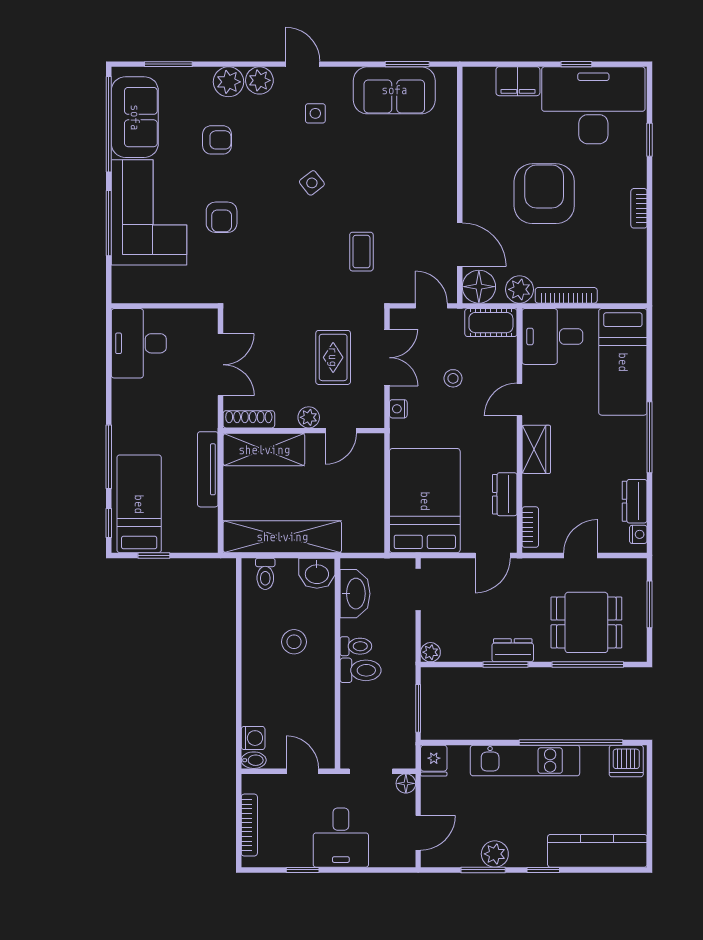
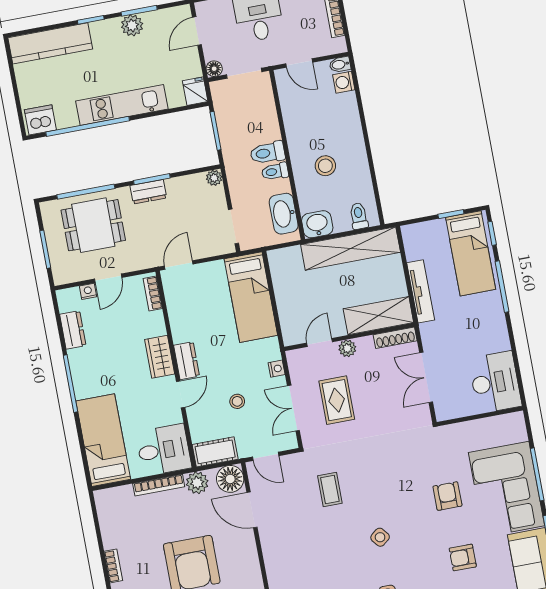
dresser: (505, 494) -> (187, 361), moved
bed: (425, 501) -> (251, 297), width x0.67
nightstand: (638, 534) -> (88, 291), moved, turned 90

